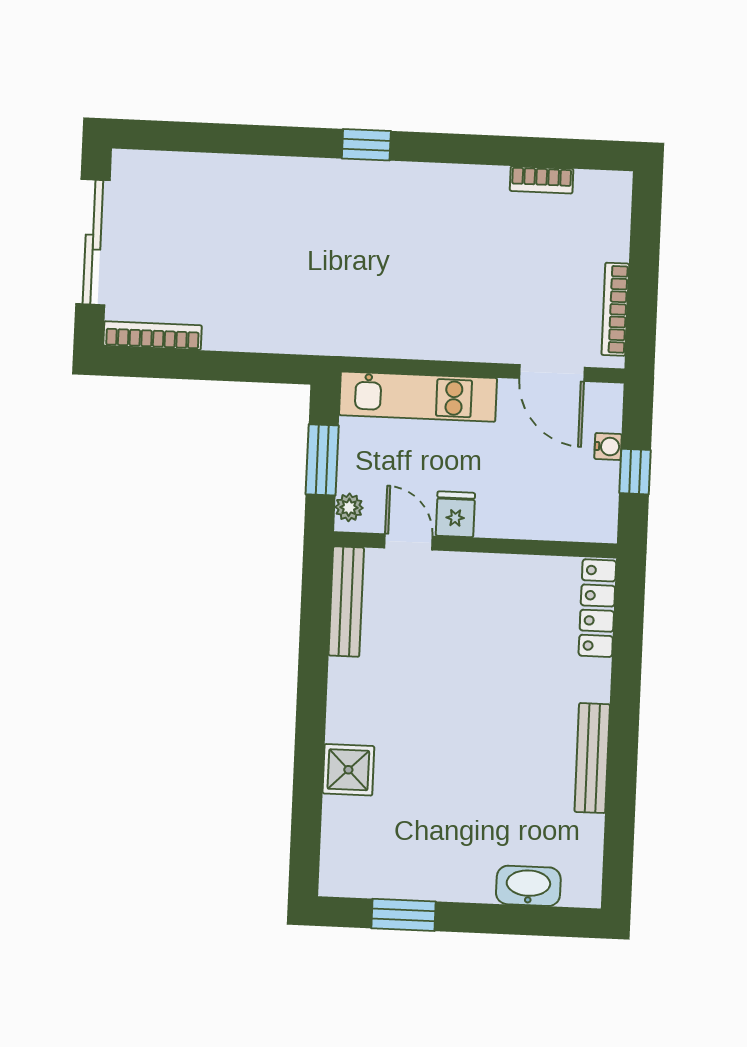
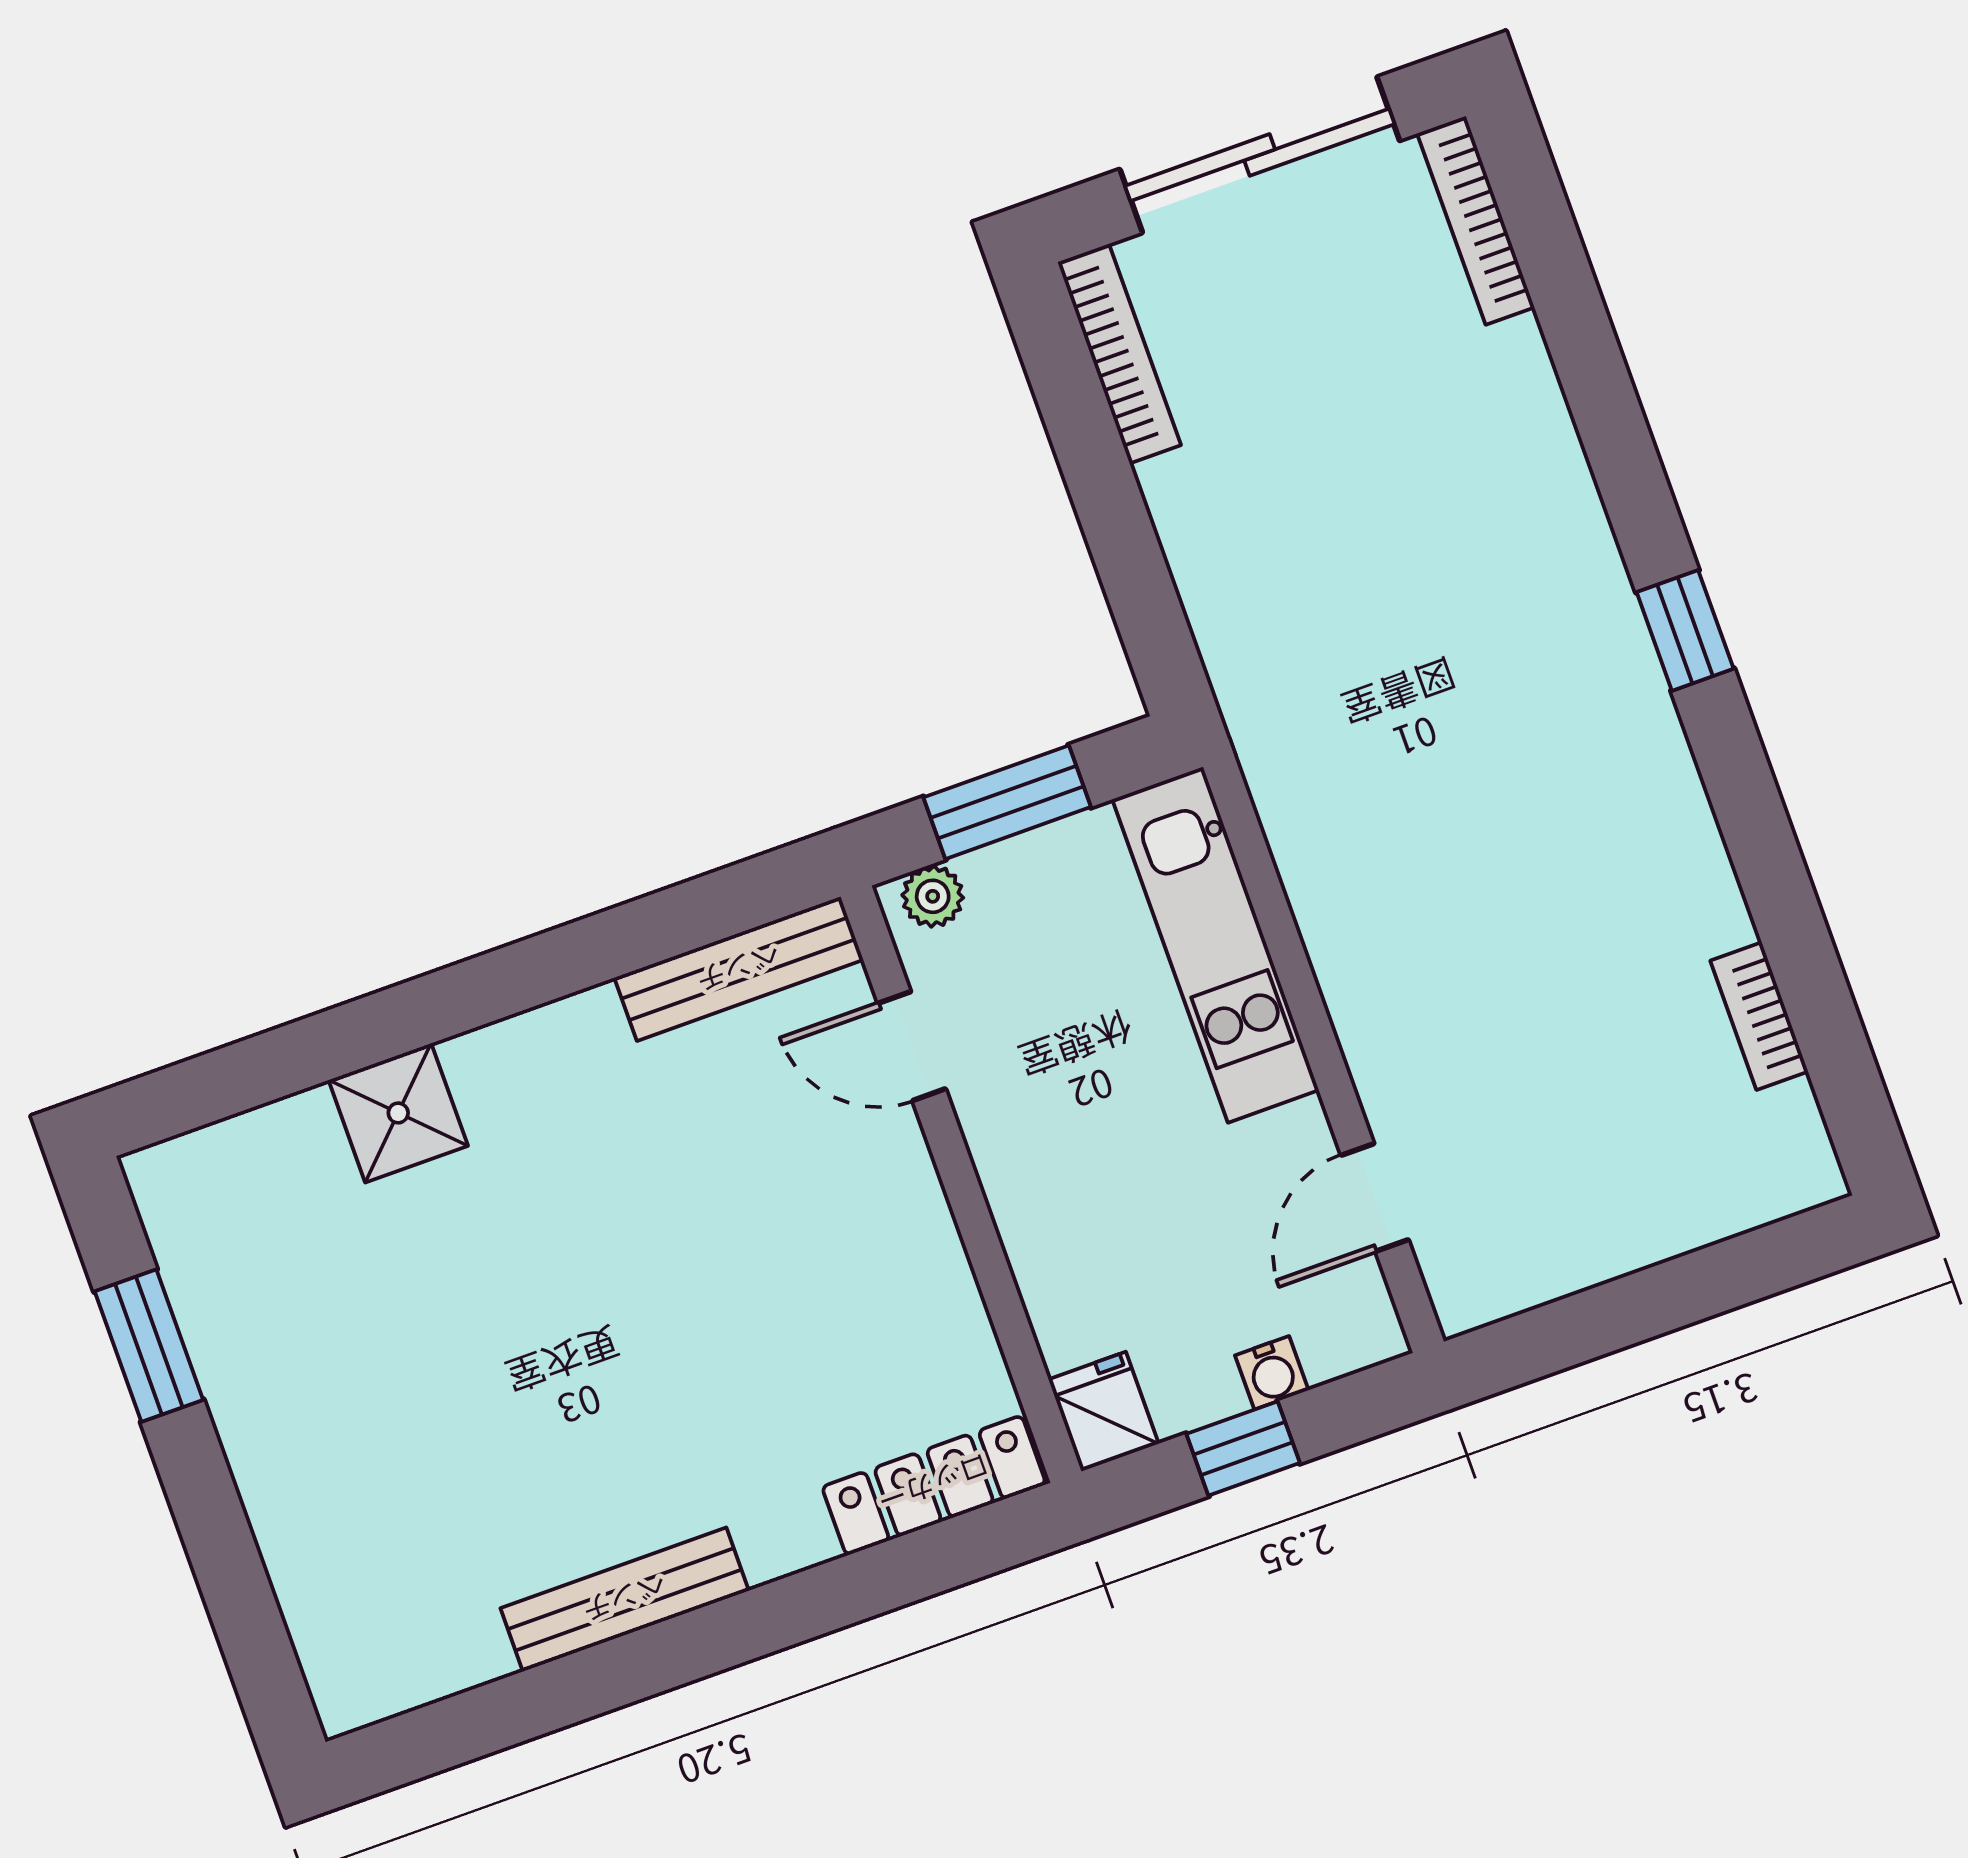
bookcase: (615, 309) -> (1476, 220), moved, turned -90
door: (552, 373) -> (1375, 1197), width x0.73
fridge: (455, 514) -> (1104, 1412), moved, turned -90
door: (408, 542) -> (912, 1046), swing flipped
washbasin: (528, 886) -> (311, 1576), removed

